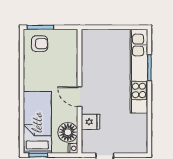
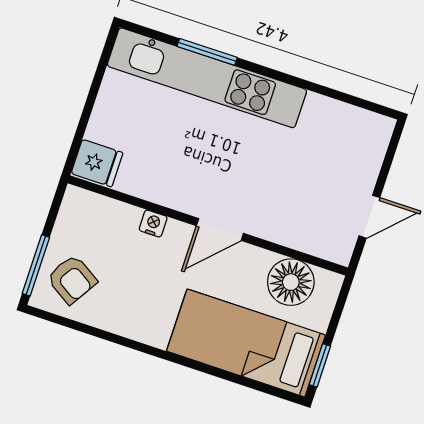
armchair: (40, 44) -> (72, 279), turned 122
fridge: (90, 122) -> (97, 163), moved, turned 90
nightstand: (73, 148) -> (153, 223), moved

